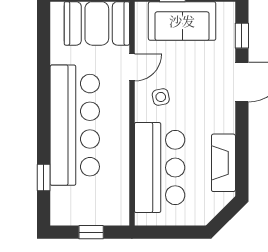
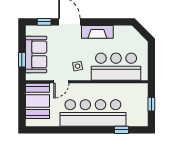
door: (132, 67) -> (61, 82), swing flipped
fireplace: (223, 163) -> (97, 32), moved

